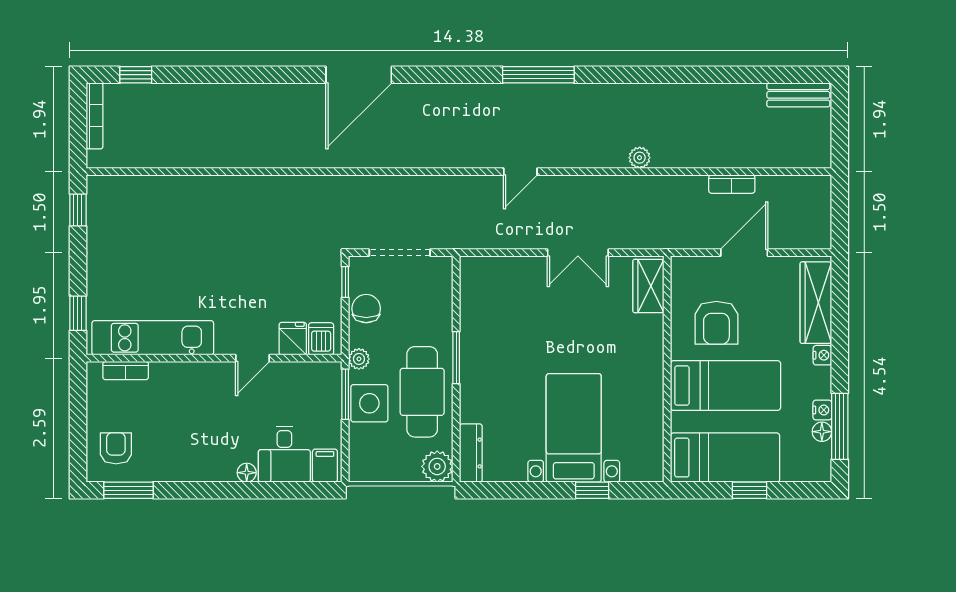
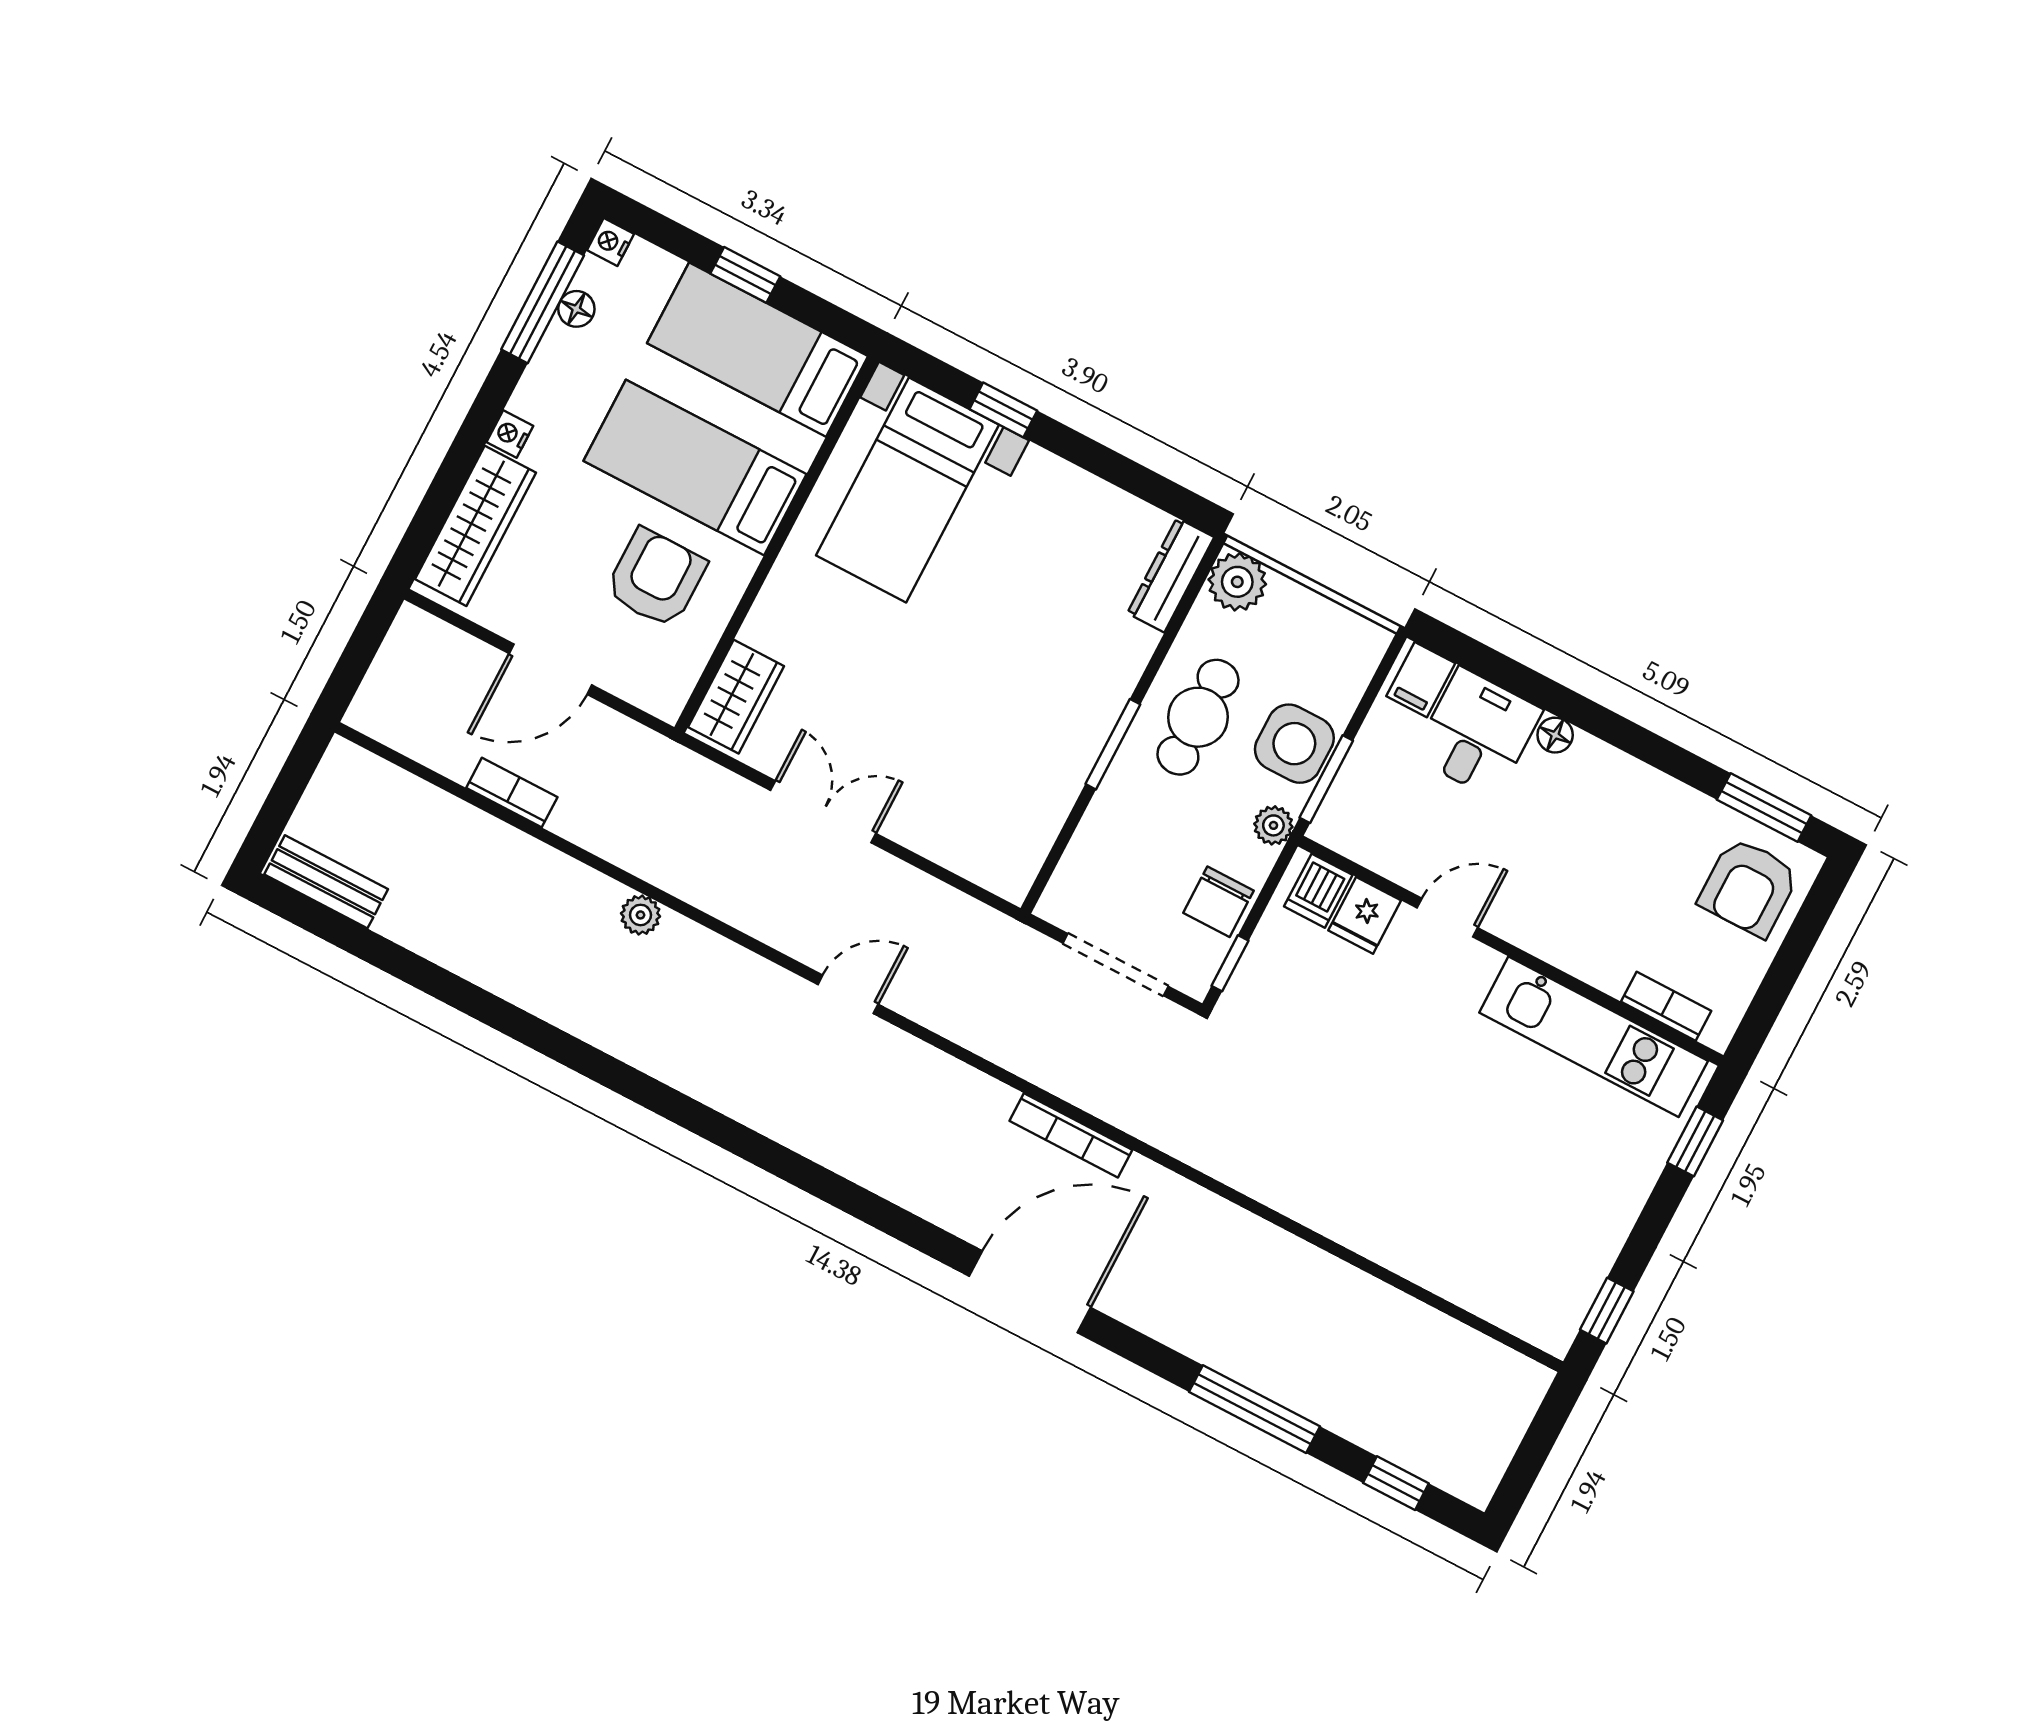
window: (538, 75) -> (1255, 1409), moved
bookcase: (94, 116) -> (1071, 1135), moved, turned -90
cafe table: (422, 392) -> (1198, 717), width x0.73, depth x0.74
nightstand: (822, 410) -> (610, 242), moved
bed with nightstands: (574, 428) -> (907, 490), moved
armchair: (116, 448) -> (1749, 887), width x1.38, depth x1.38

